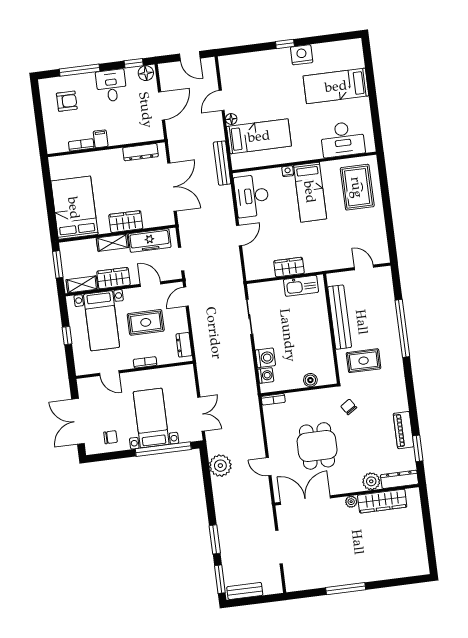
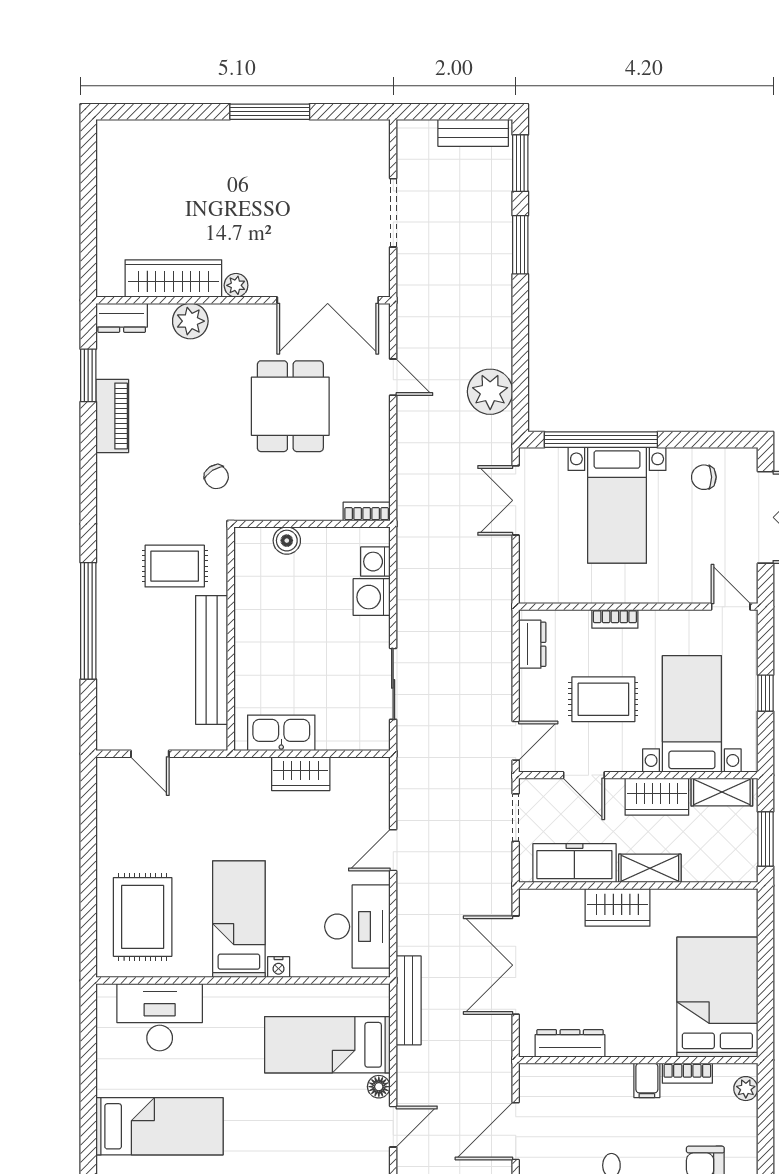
plant: (52, 141) -> (746, 1089), added
bed: (74, 208) -> (717, 997), moved, turned 180
door: (109, 373) -> (731, 607), moved
dresser: (399, 479) -> (122, 318), width x0.70

